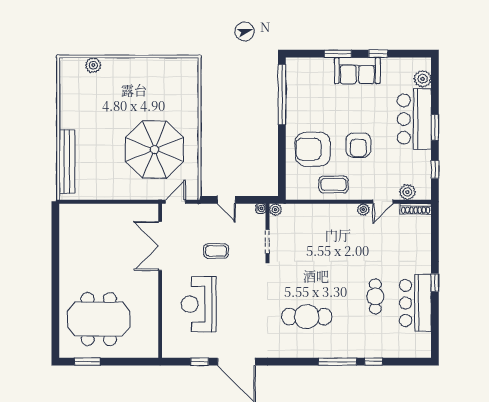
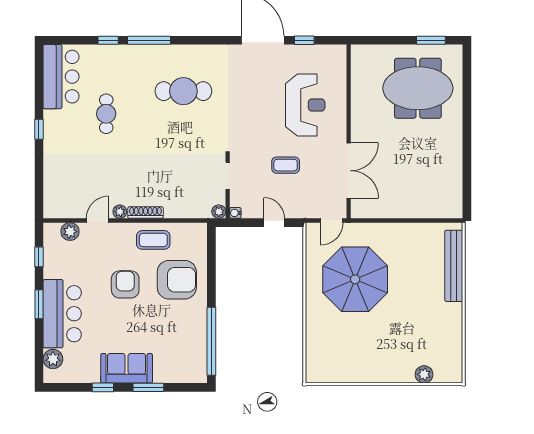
shoe rack: (416, 209) -> (145, 213), moved
bar counter: (415, 303) -> (61, 77), moved

